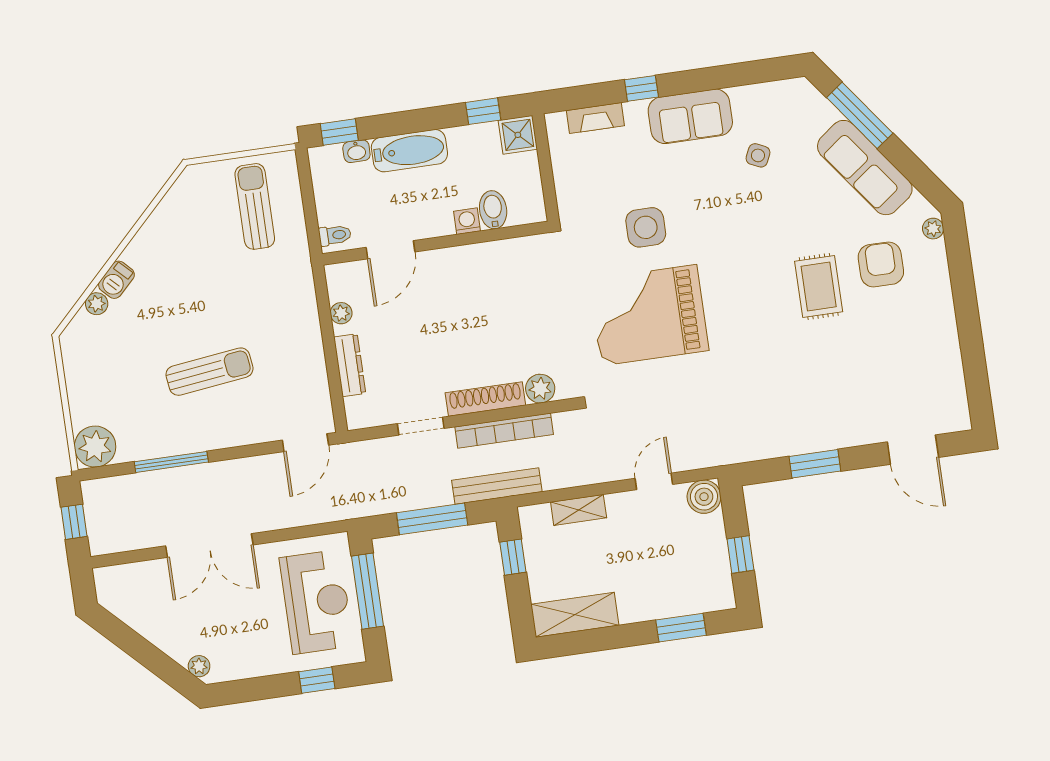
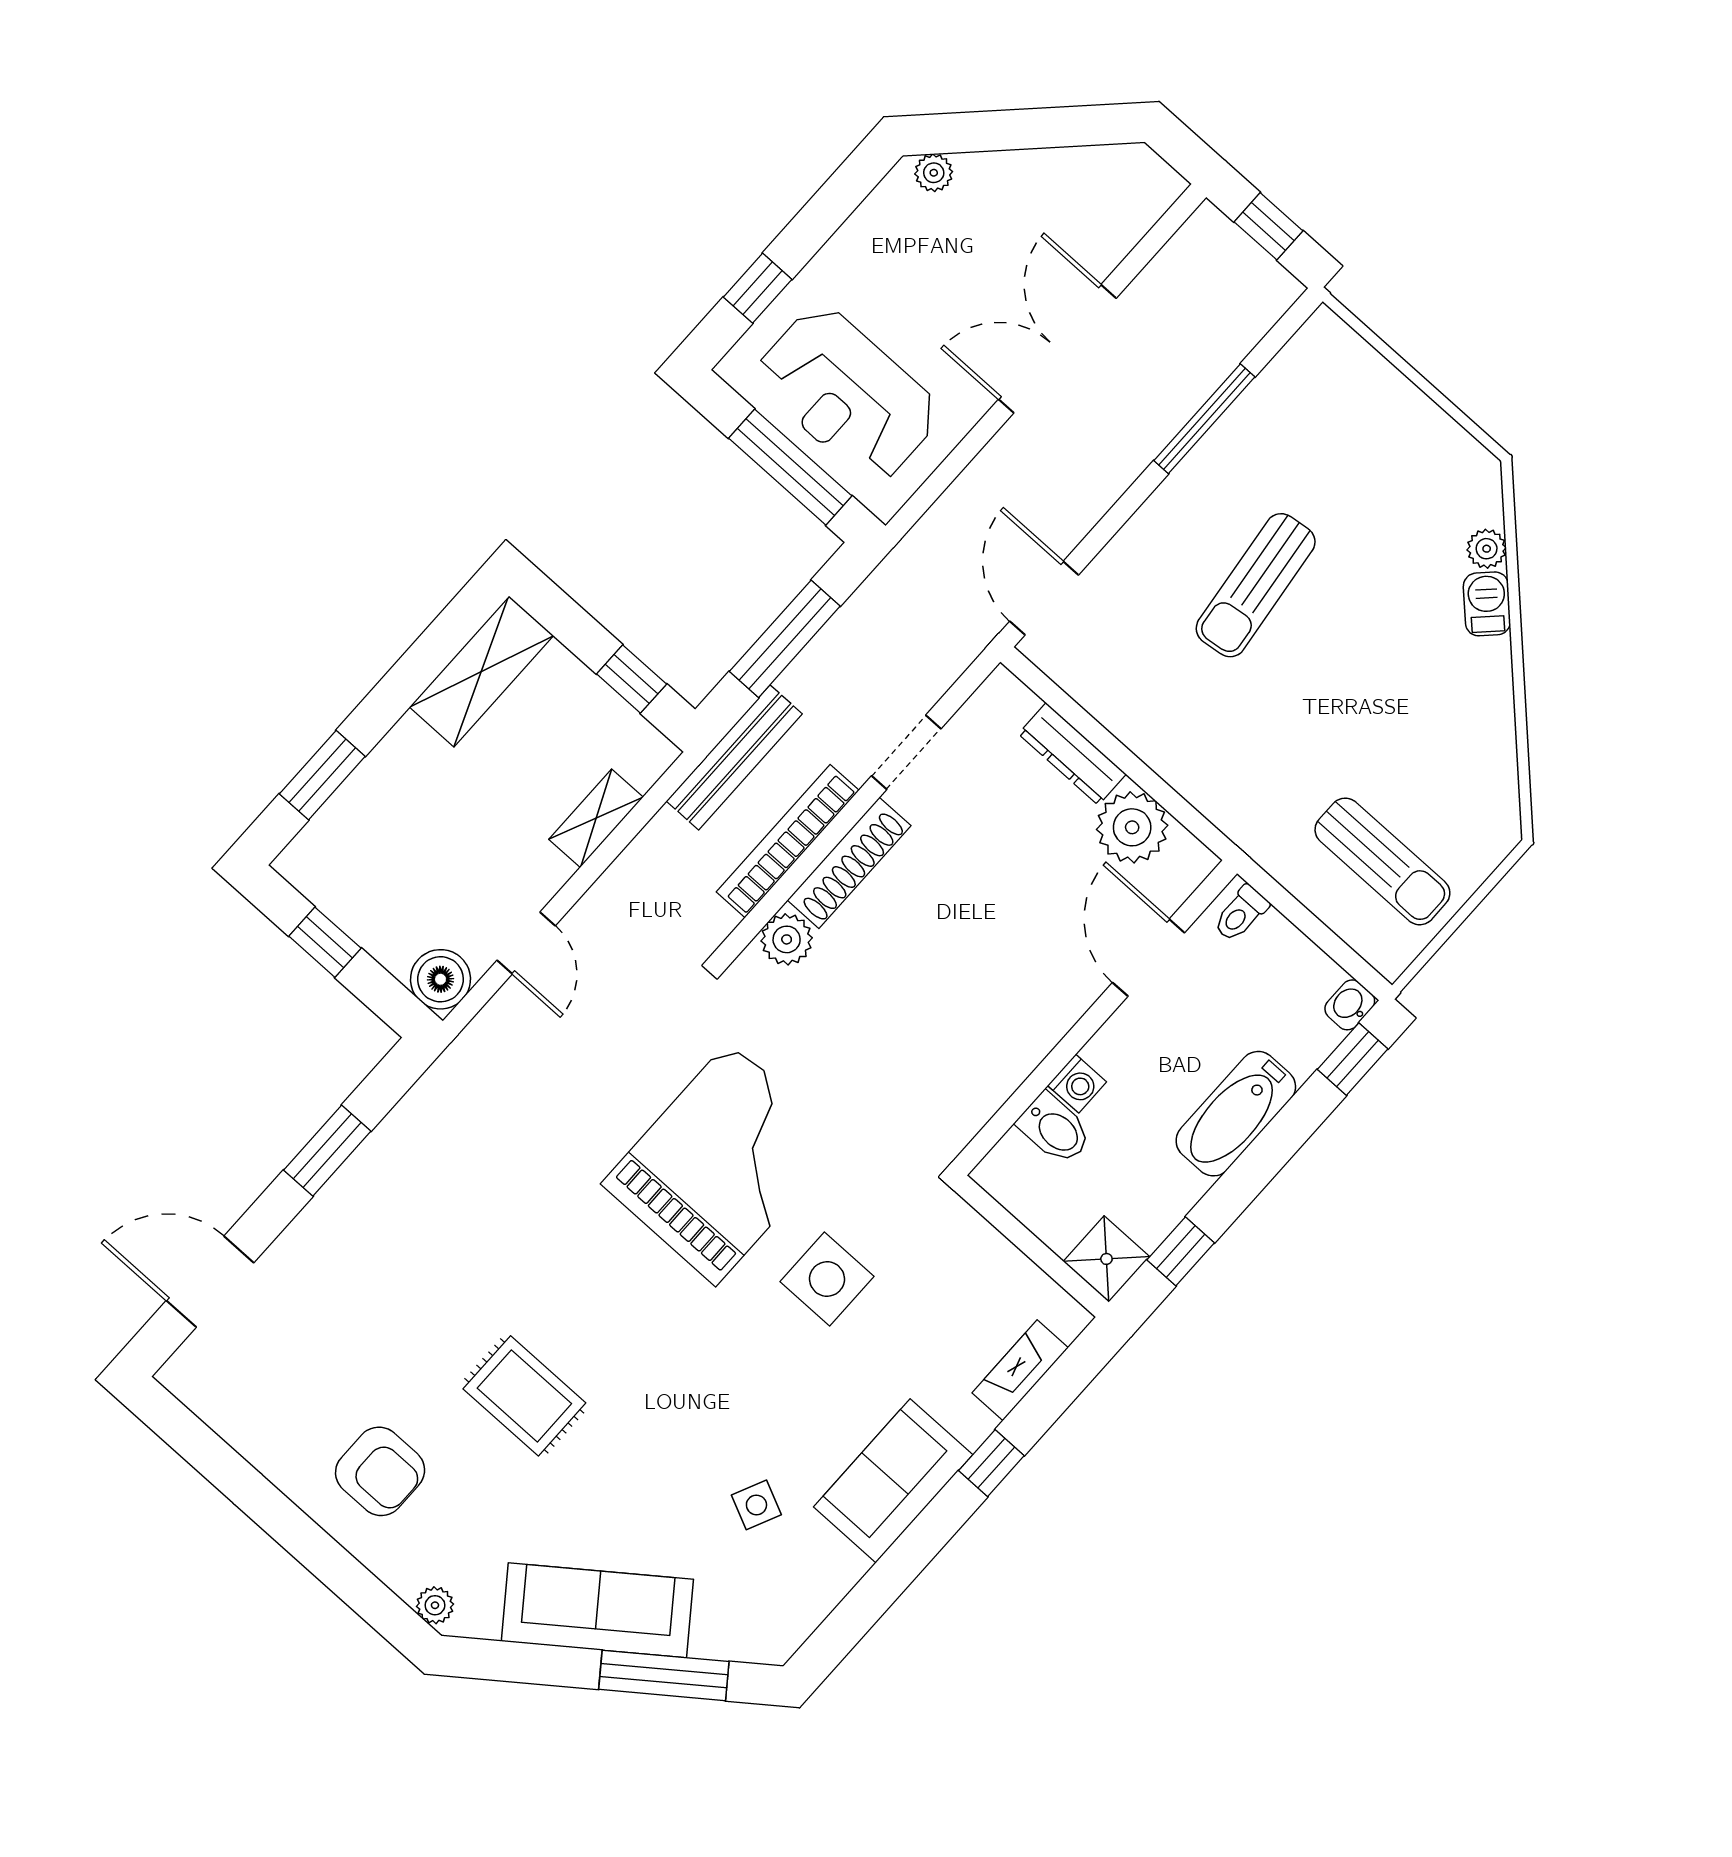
washbasin: (356, 151) -> (1350, 1005), moved
armchair: (881, 264) -> (380, 1471), moved
plant: (341, 313) -> (1132, 827), width x1.87, depth x1.87
plant: (95, 447) -> (1326, 353), removed

